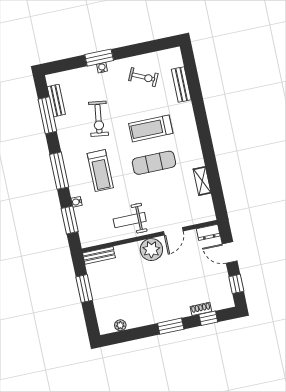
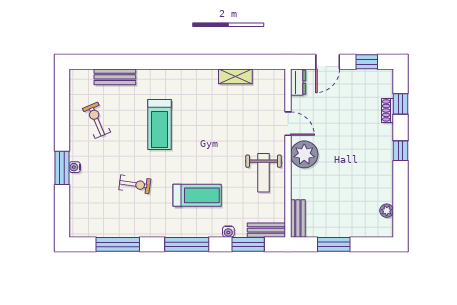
exercise bike: (143, 77) -> (96, 120), turned -48
bench: (56, 100) -> (266, 230), moved
exercise bike: (98, 119) -> (135, 184), width x0.73, depth x0.72
exercise mat: (154, 163) -> (201, 129), removed
window: (171, 326) -> (401, 151), width x0.67

